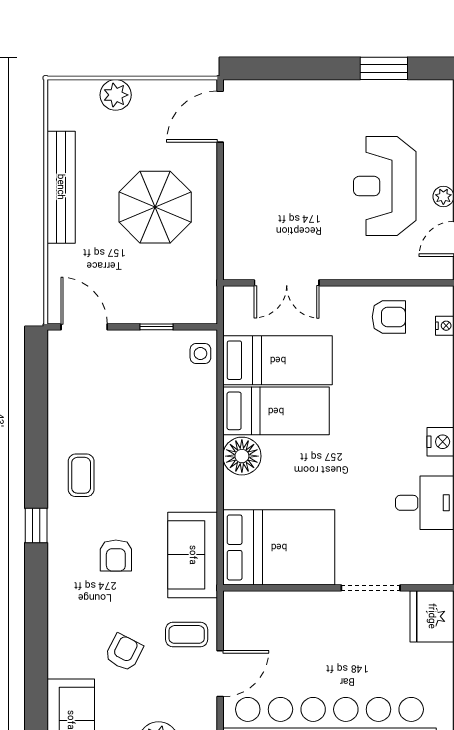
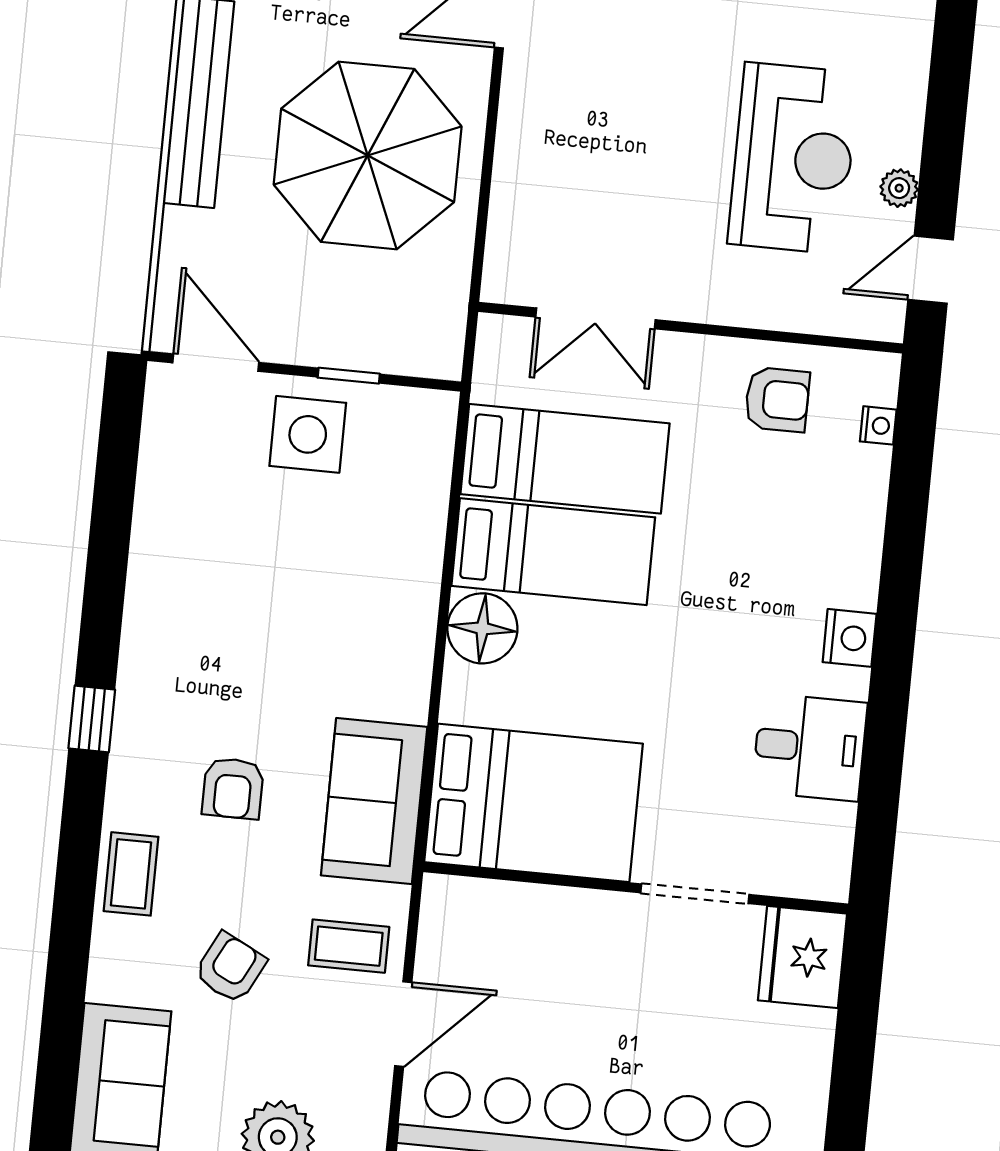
reception desk: (385, 186) -> (793, 158), turned 180
parasol: (155, 207) -> (368, 155), width x1.36, depth x1.36
side table: (200, 354) -> (308, 434), moved, width x1.87, depth x1.87
coffee table: (81, 475) -> (131, 874), moved

